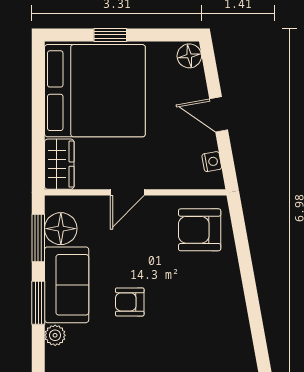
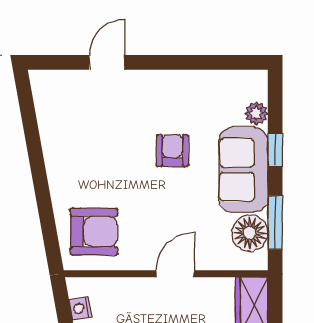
armchair: (130, 302) -> (172, 151), turned -90
window: (38, 303) -> (275, 150), width x0.67

